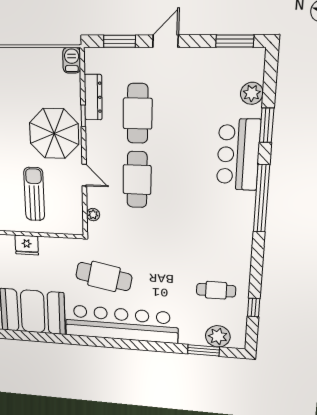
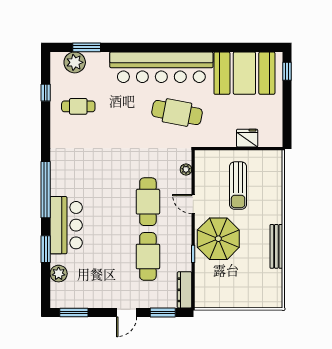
barbecue: (72, 60) -> (202, 298), removed
dresser: (93, 97) -> (185, 290), moved

